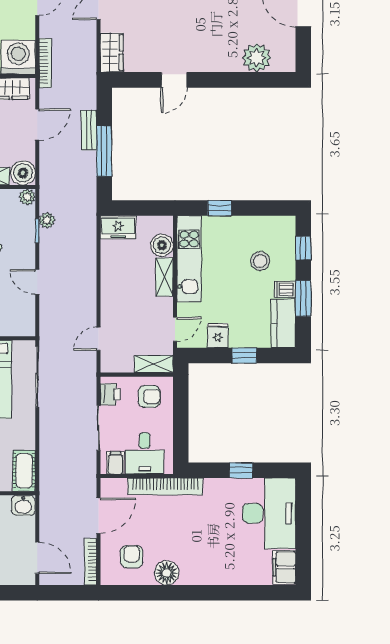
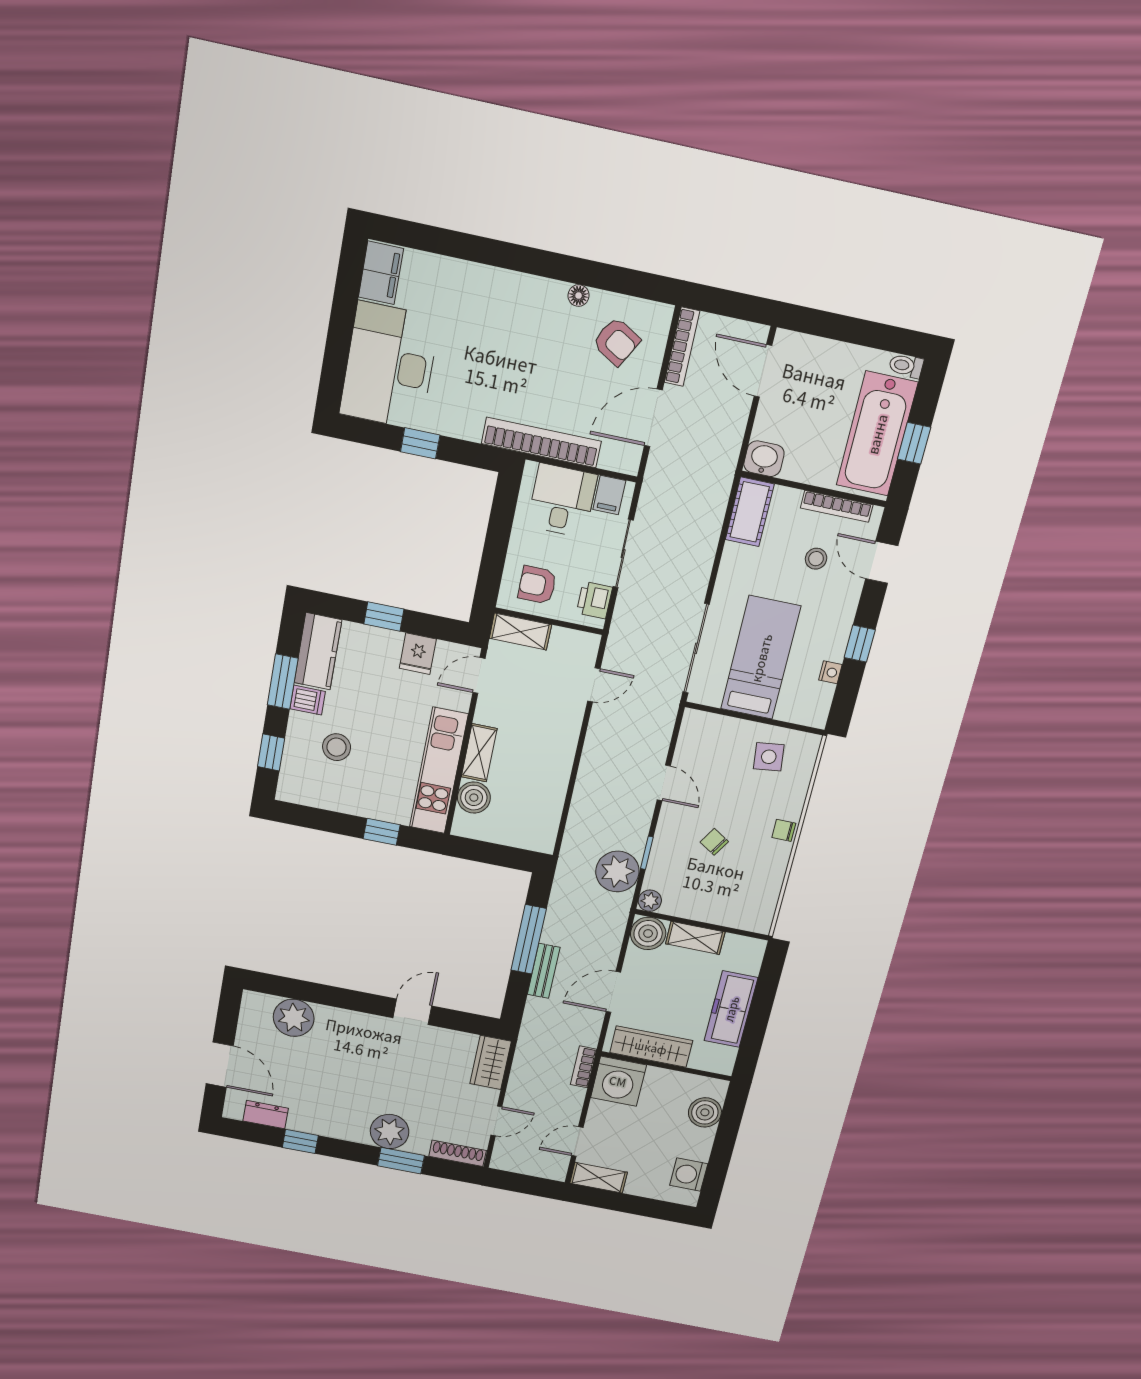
bookcase: (45, 63) -> (584, 1067), width x0.64
plant: (47, 220) -> (617, 872), width x1.87, depth x1.87
freezer: (118, 227) -> (531, 834), removed
armchair: (132, 557) -> (616, 341), turned -60
floor lamp: (167, 573) -> (579, 296), width x0.53, depth x0.53

